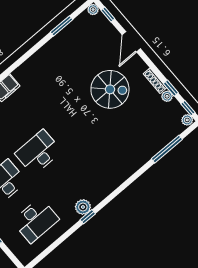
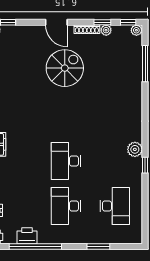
door: (131, 42) -> (56, 22), moved
plant: (83, 207) -> (135, 149), moved

